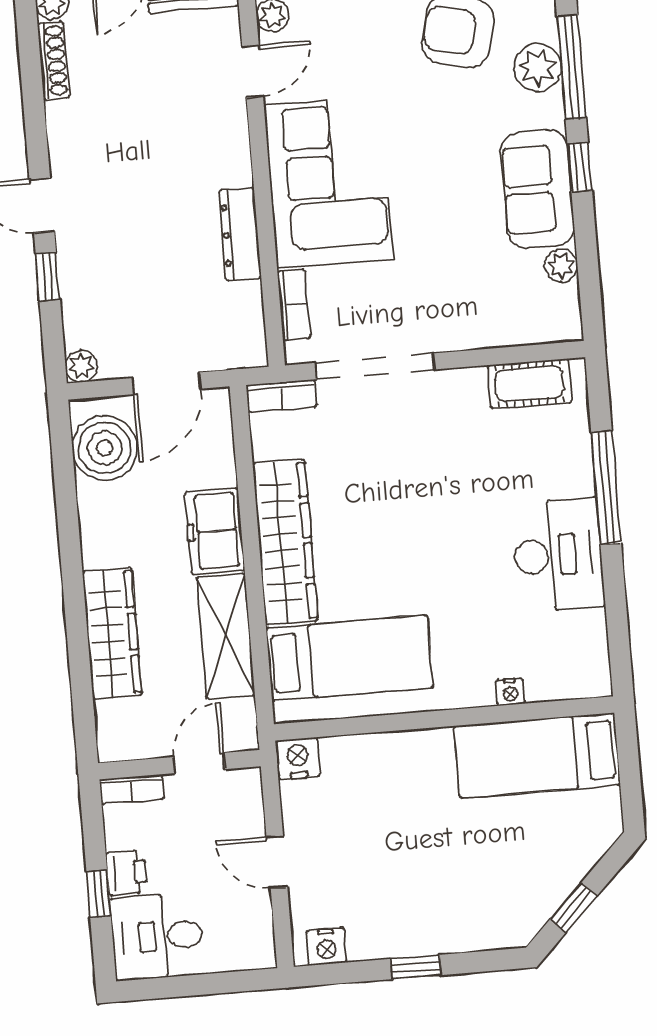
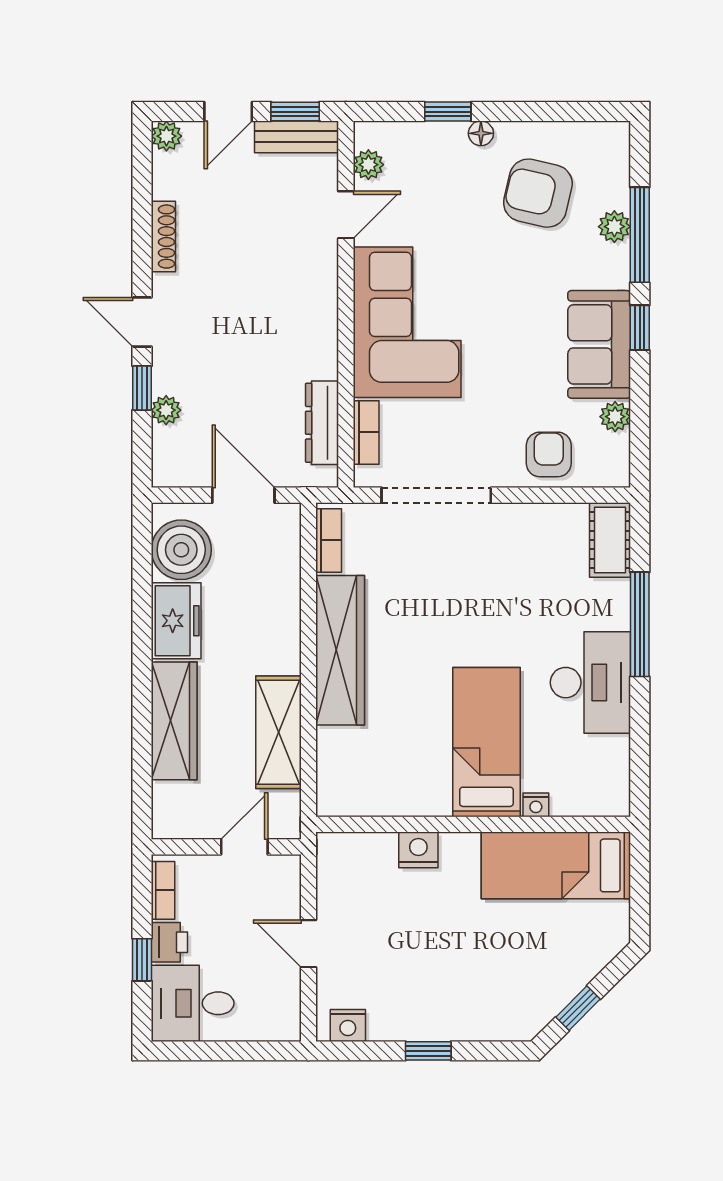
shoe rack: (53, 61) -> (163, 237), moved
plant: (538, 68) -> (614, 227), width x0.73, depth x0.73
dresser: (240, 234) -> (322, 423), moved
armchair: (493, 312) -> (549, 454), added
plant: (81, 366) -> (166, 410), moved
door: (167, 383) -> (243, 495), swing flipped
cot: (530, 384) -> (610, 540), moved, turned 90
bookcase: (281, 396) -> (329, 540), moved, turned -90
freezer: (215, 531) -> (176, 621), moved, turned 180
bed: (350, 658) -> (486, 742), moved, turned -90
nightstand: (298, 758) -> (418, 850), moved
bookcase: (132, 789) -> (163, 890), moved, turned -90

